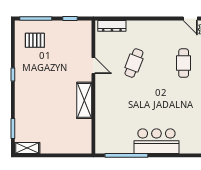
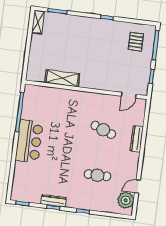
dresser: (112, 26) -> (137, 139), moved
door: (93, 66) -> (129, 95), moved
shelving: (84, 100) -> (62, 78), moved

